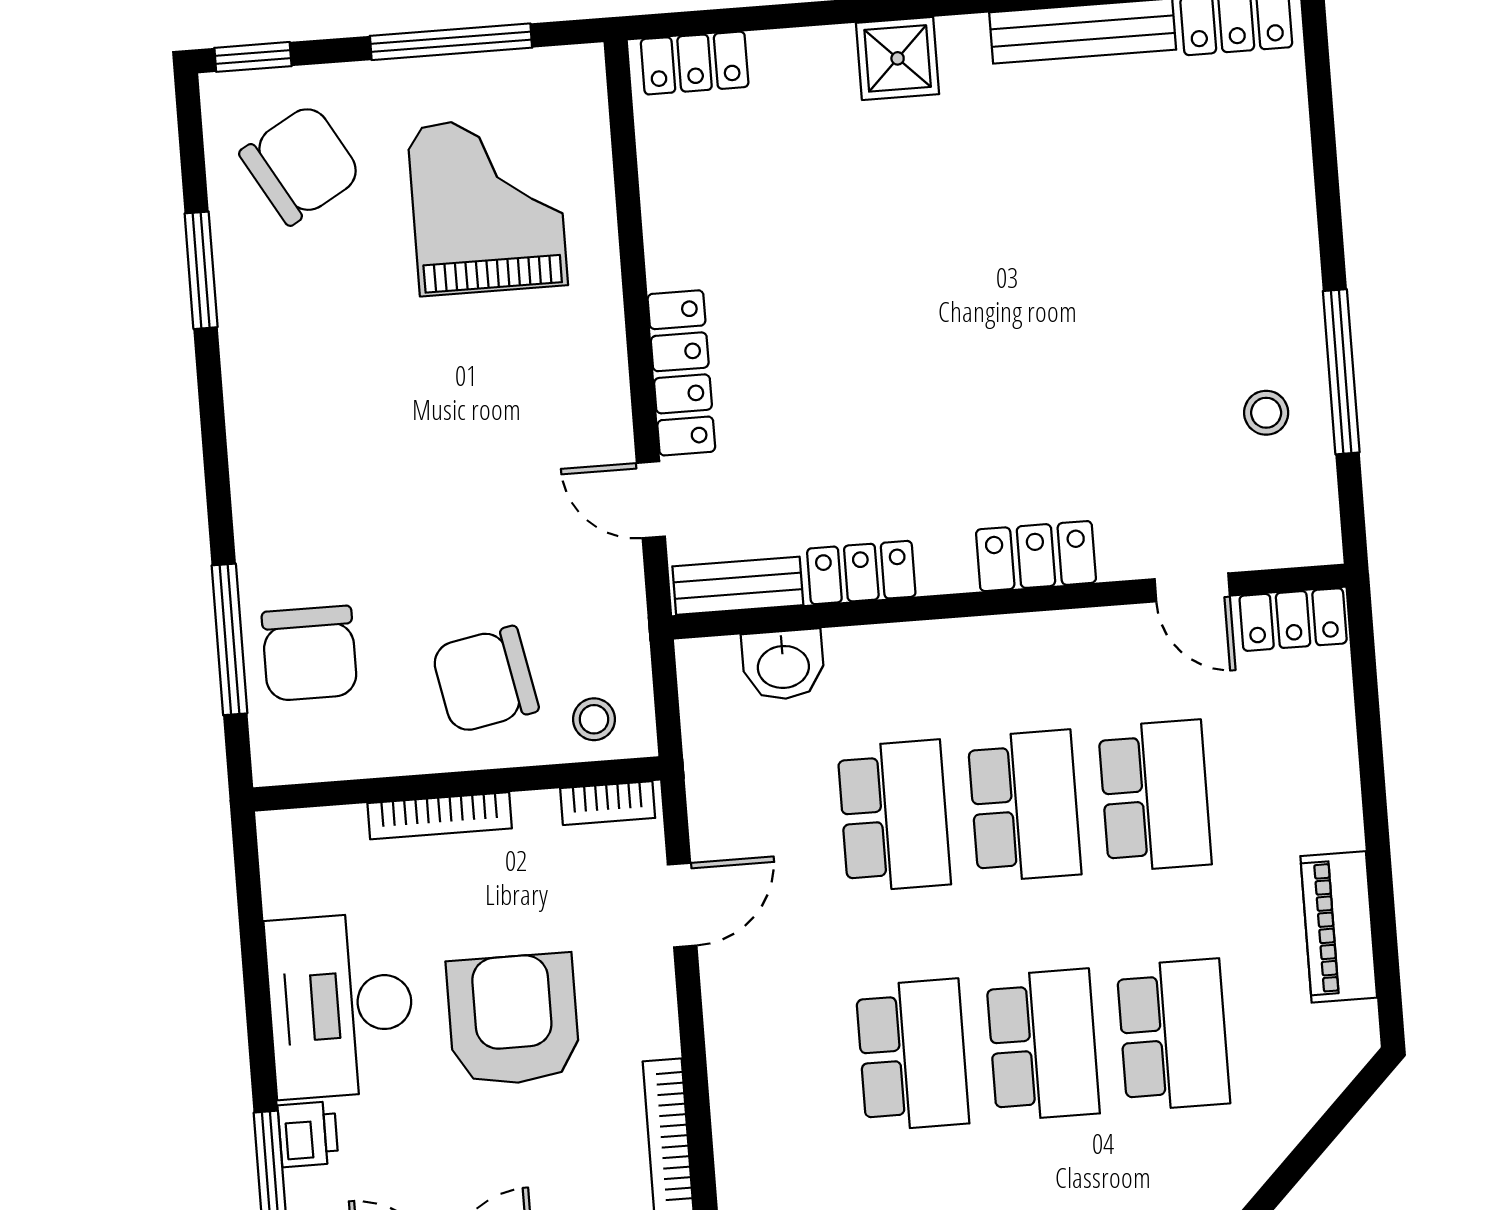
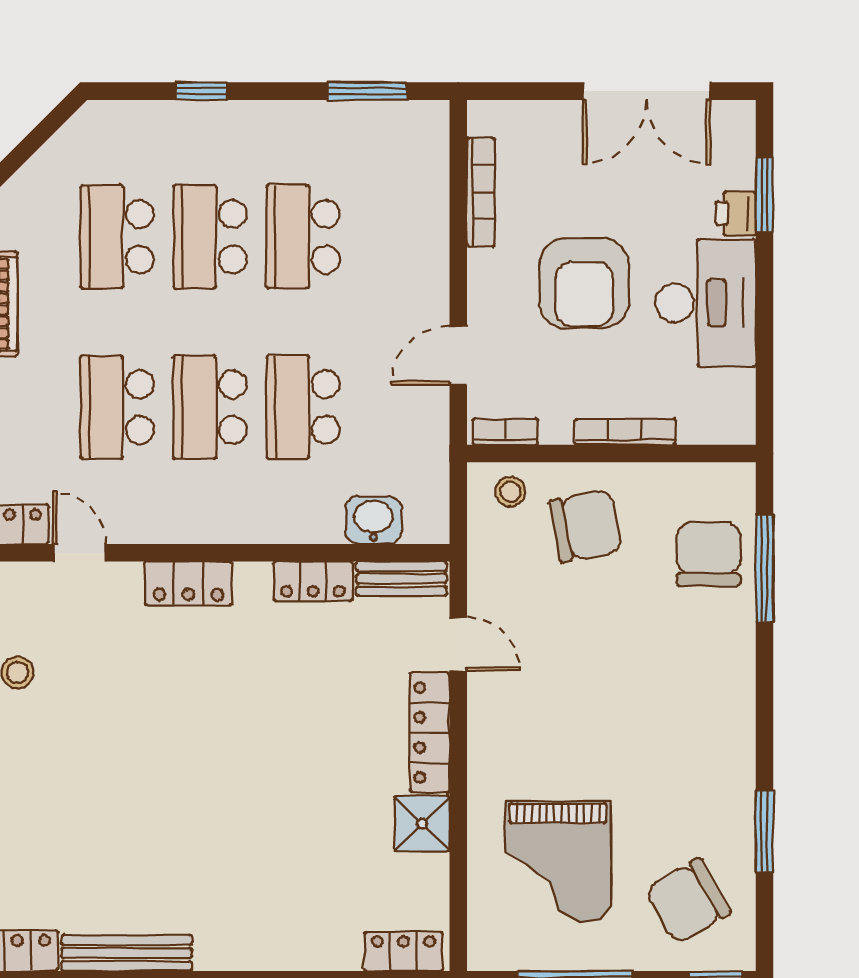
shower: (898, 58) -> (422, 824), moved

